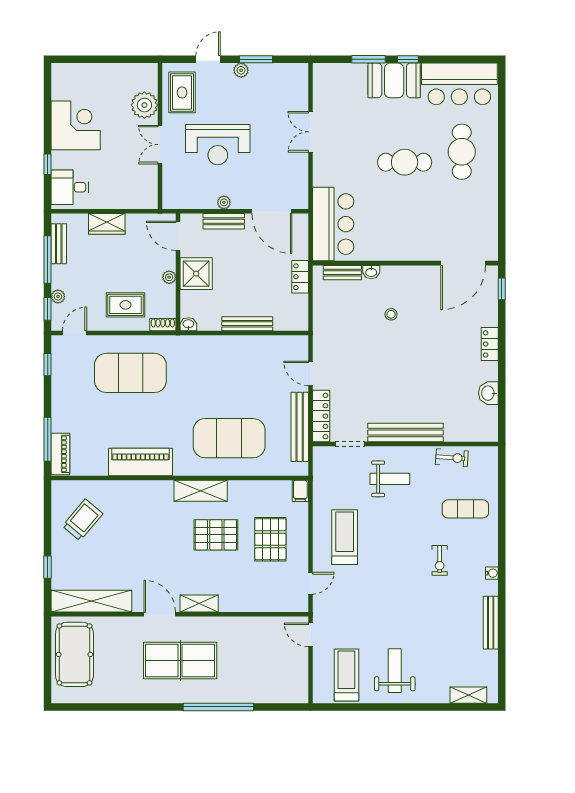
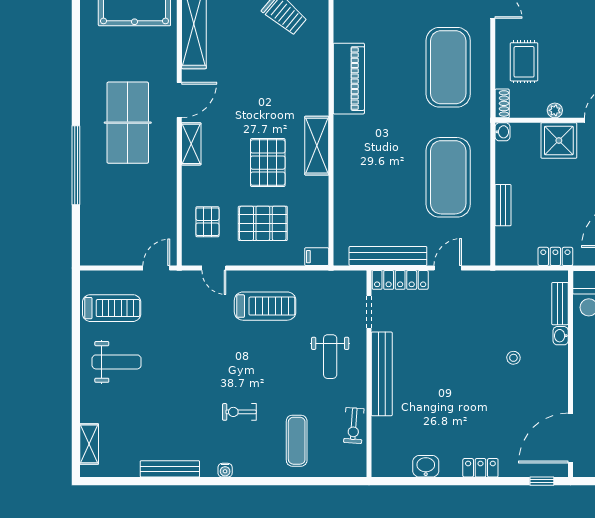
door: (463, 263) -> (571, 438), hinge flipped
bench: (247, 324) -> (503, 205), width x0.73
exercise mat: (229, 438) -> (448, 177), moved
pallet: (269, 589) -> (207, 222), added

